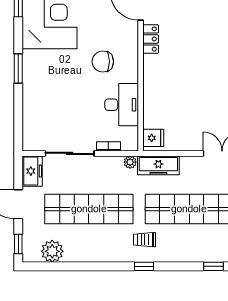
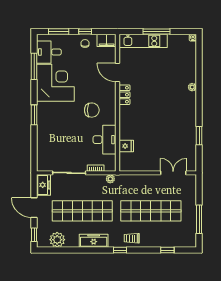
chair: (103, 62) -> (92, 110), turned 180
fridge: (153, 138) -> (126, 146), moved
freezer: (158, 165) -> (94, 241), moved, turned 180
trolley: (145, 240) -> (132, 238), moved

